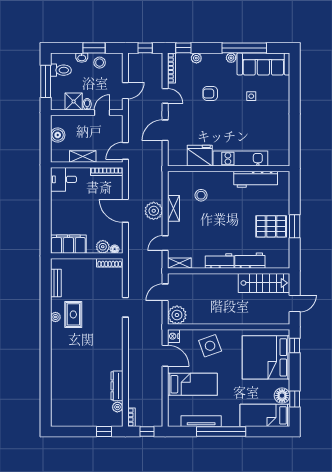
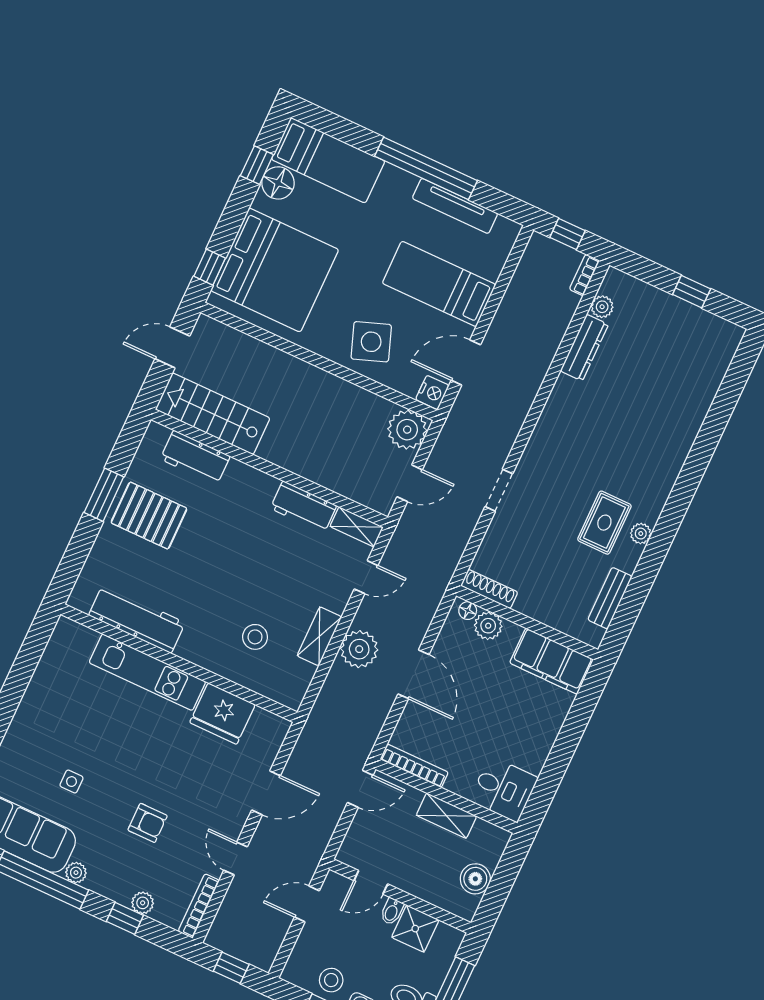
window: (183, 48) -> (125, 918), moved
workbench: (220, 261) -> (303, 507), moved
workbench: (250, 261) -> (195, 458), moved
door: (165, 356) -> (466, 362), hinge flipped
window: (104, 431) -> (692, 292), moved

